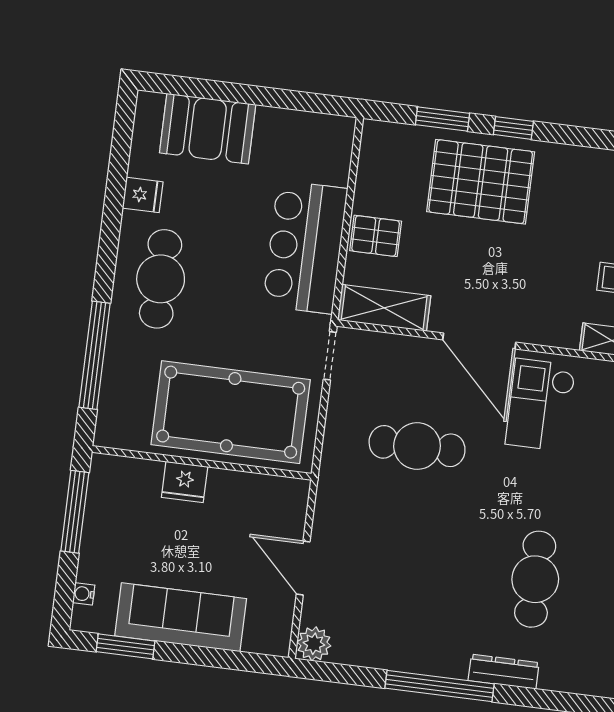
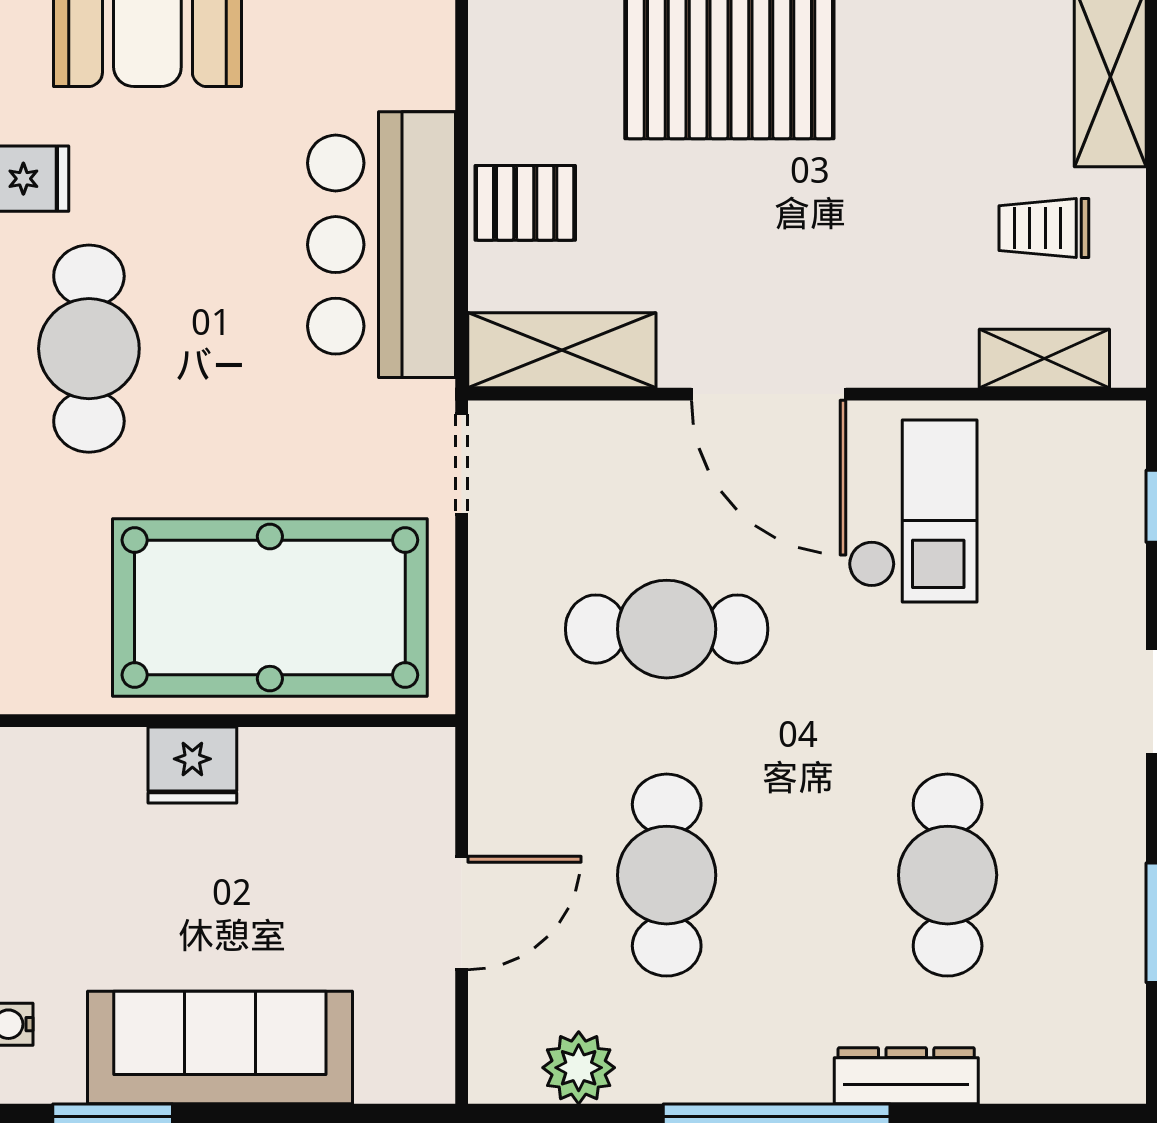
checkout: (540, 405) -> (913, 511), turned 180
cafe table: (402, 562) -> (667, 875), added
door: (303, 568) -> (462, 913), swing flipped
plant: (314, 644) -> (579, 1068), moved

